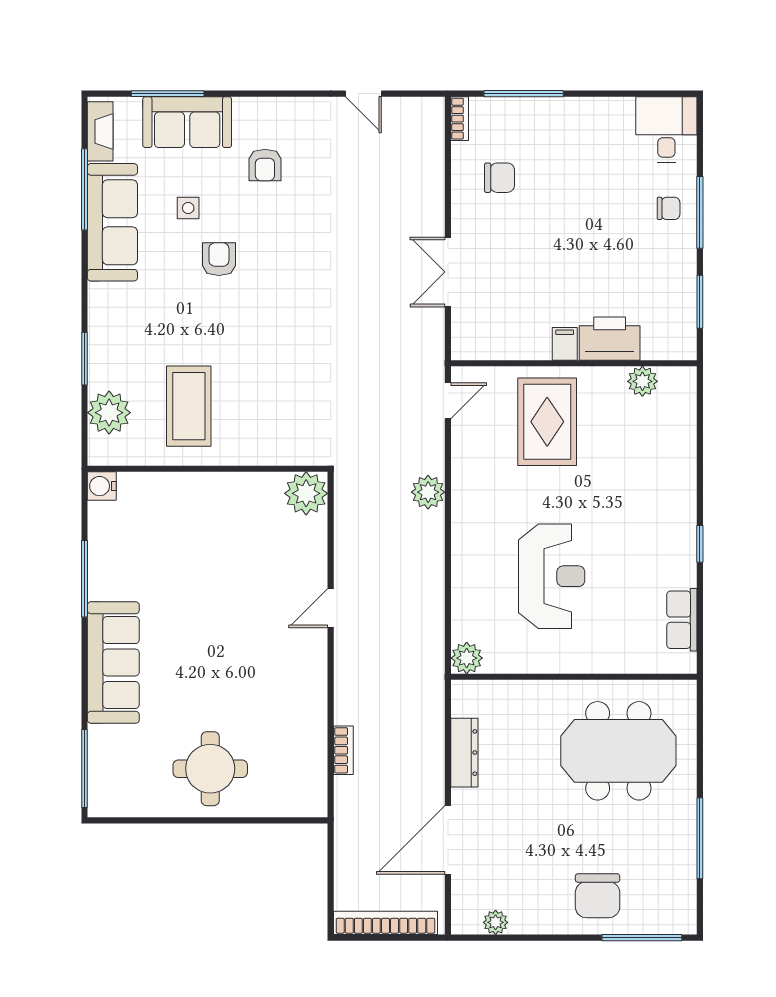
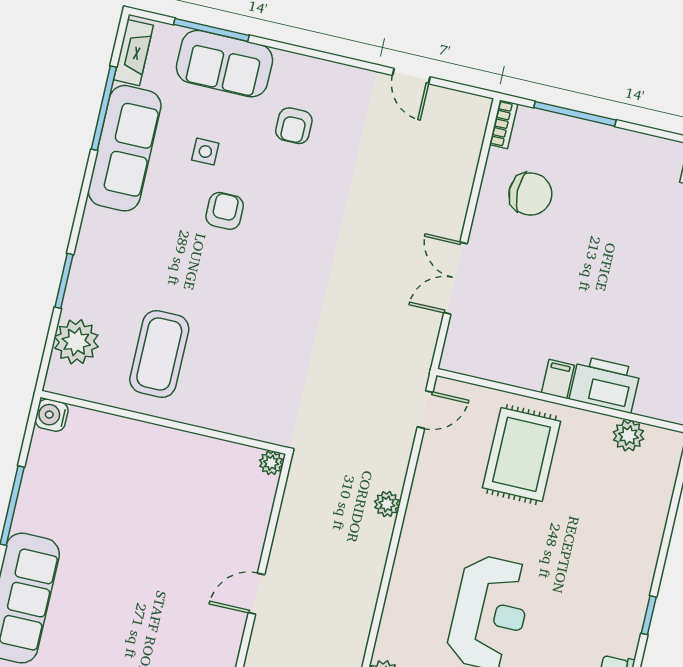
chair: (500, 178) -> (530, 194), width x1.37, depth x1.37
plant: (428, 492) -> (387, 504), width x0.73, depth x0.73
plant: (306, 493) -> (271, 463), width x0.53, depth x0.53

